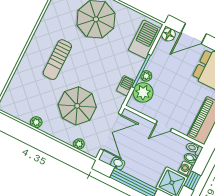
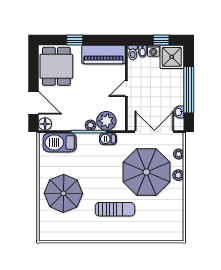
parasol: (77, 106) -> (146, 172), width x1.36, depth x1.36
plant: (36, 122) -> (178, 175), moved
door: (164, 126) -> (126, 88), swing flipped

